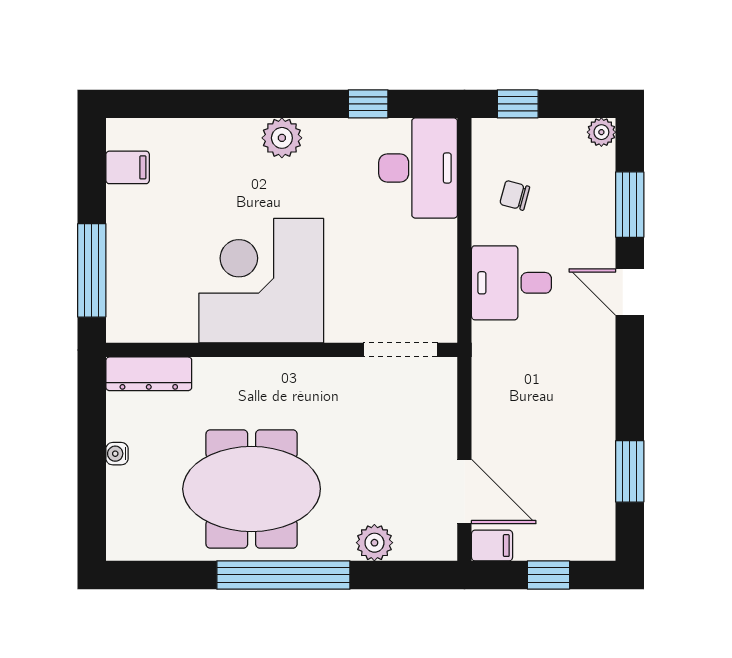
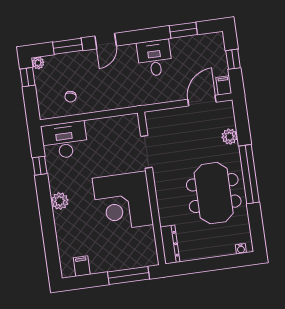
window: (518, 104) -> (27, 77), moved
desk: (511, 283) -> (155, 58), moved, turned 180
doorway: (400, 350) -> (147, 152), moved
water cooler: (117, 454) -> (241, 249), moved

